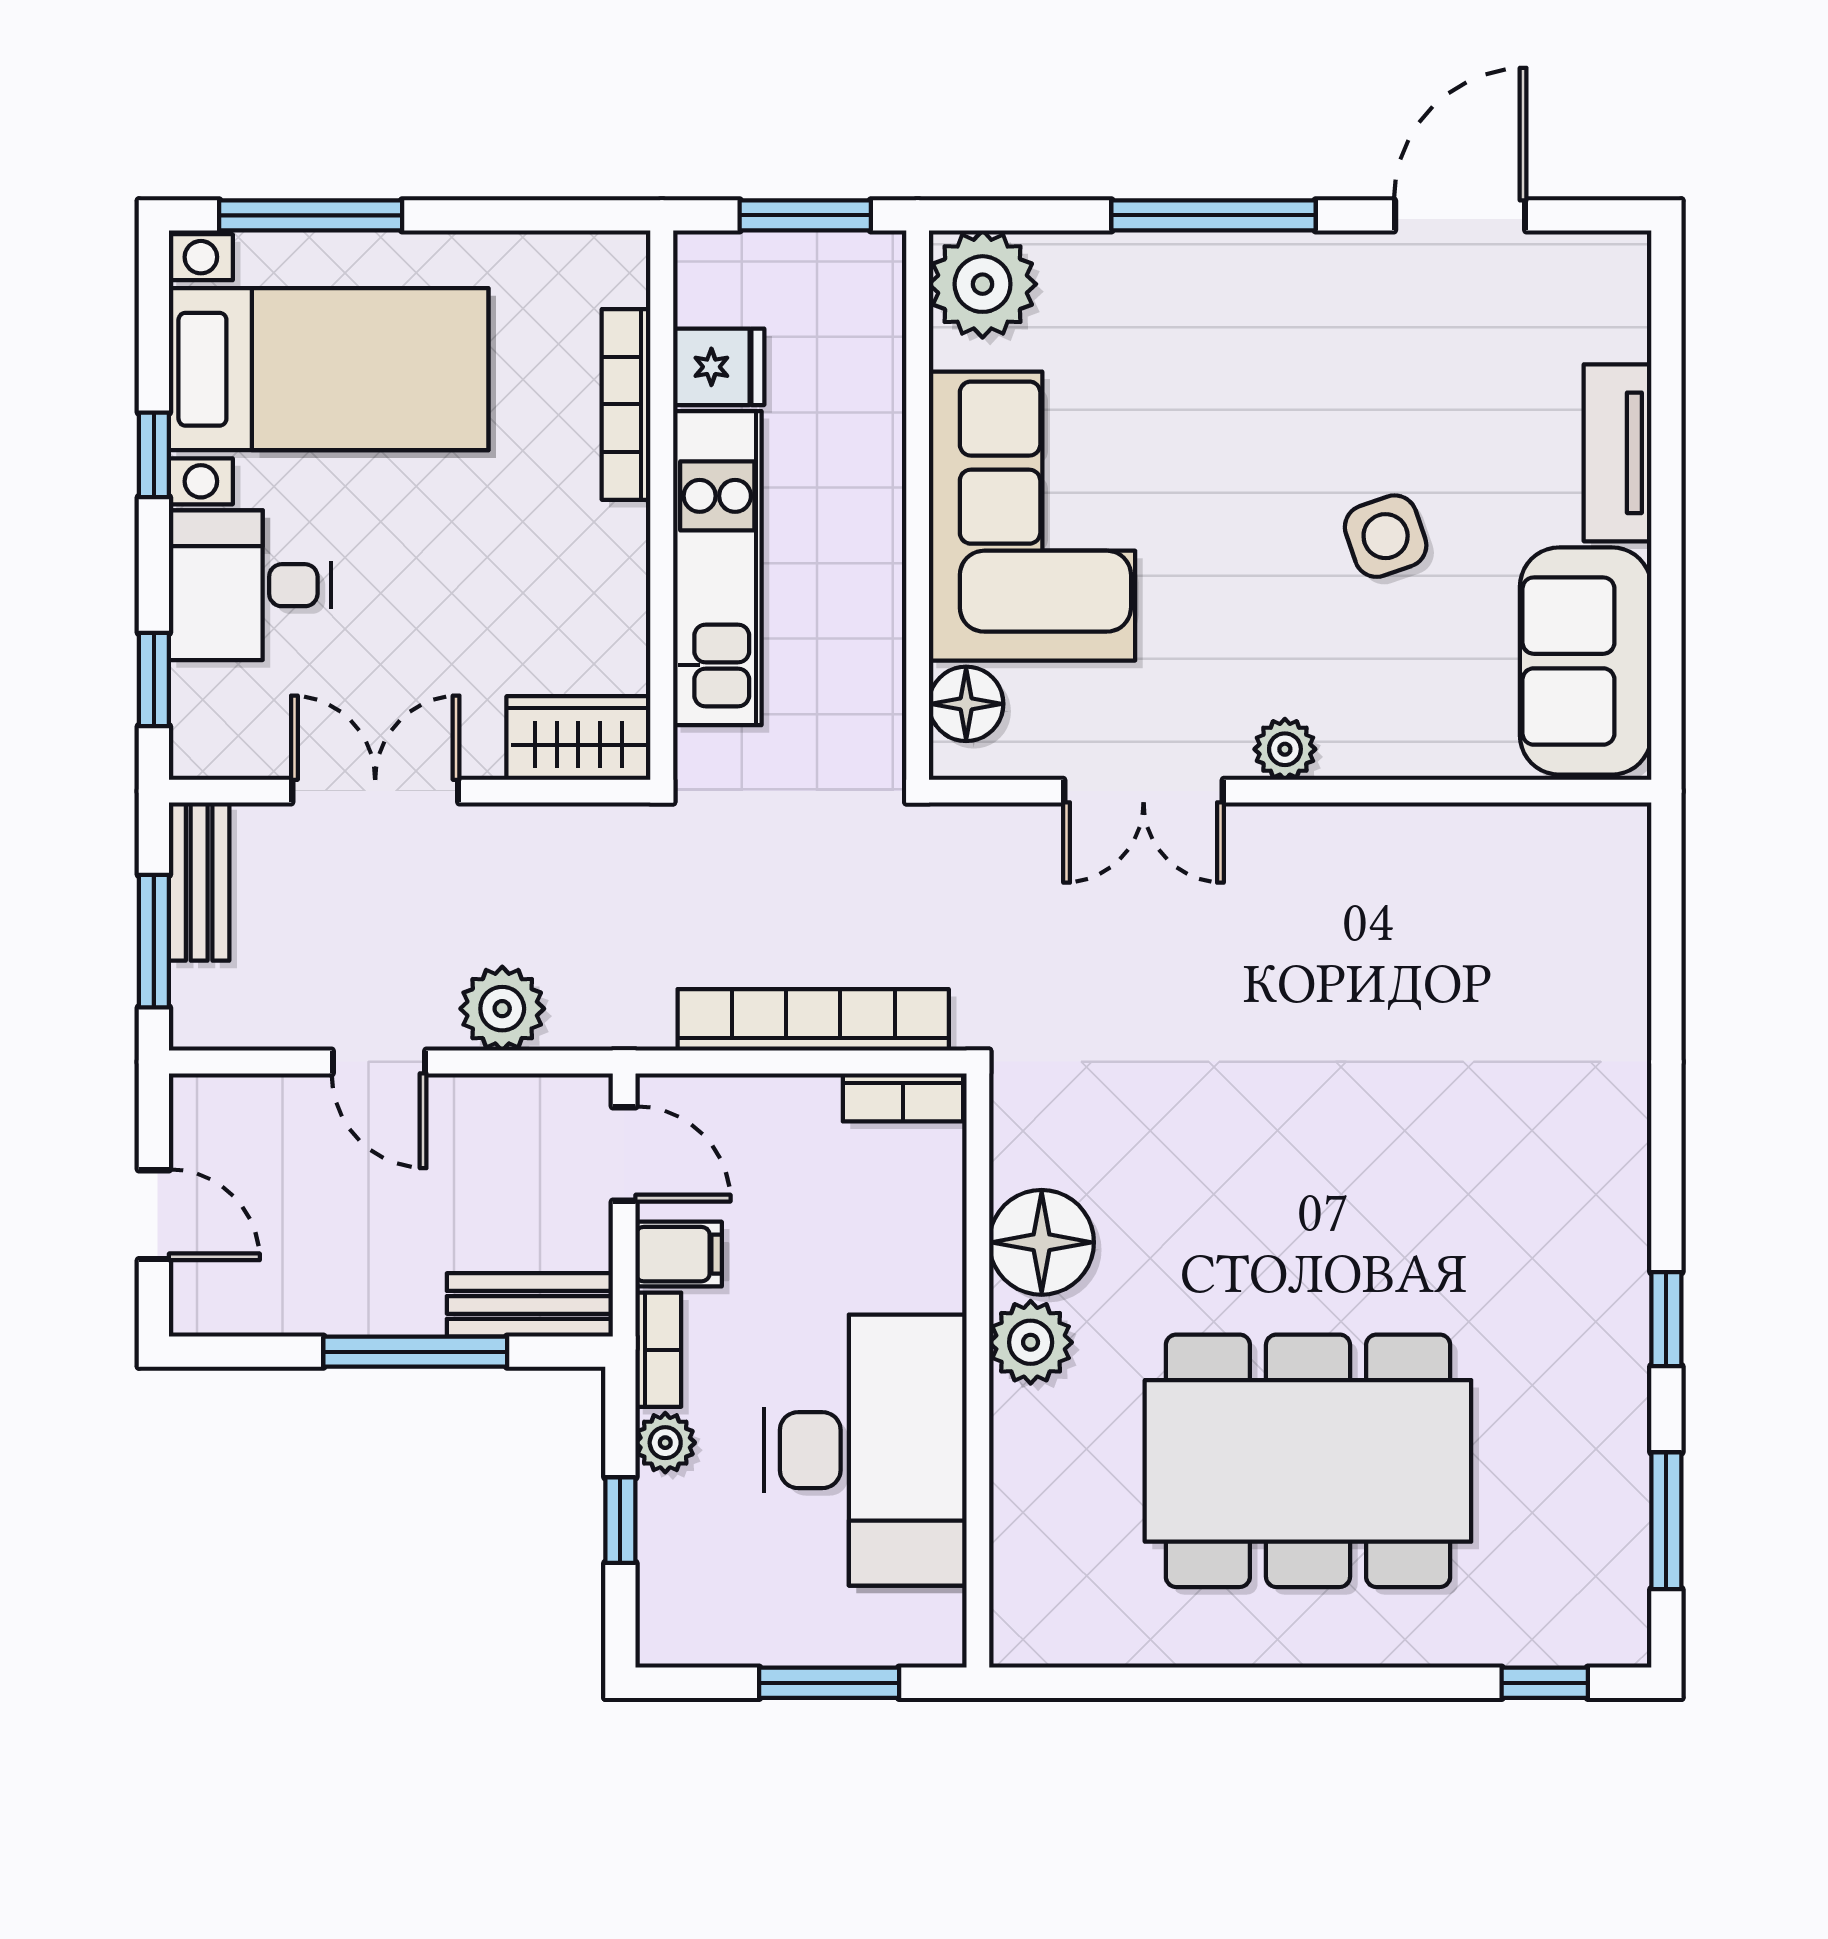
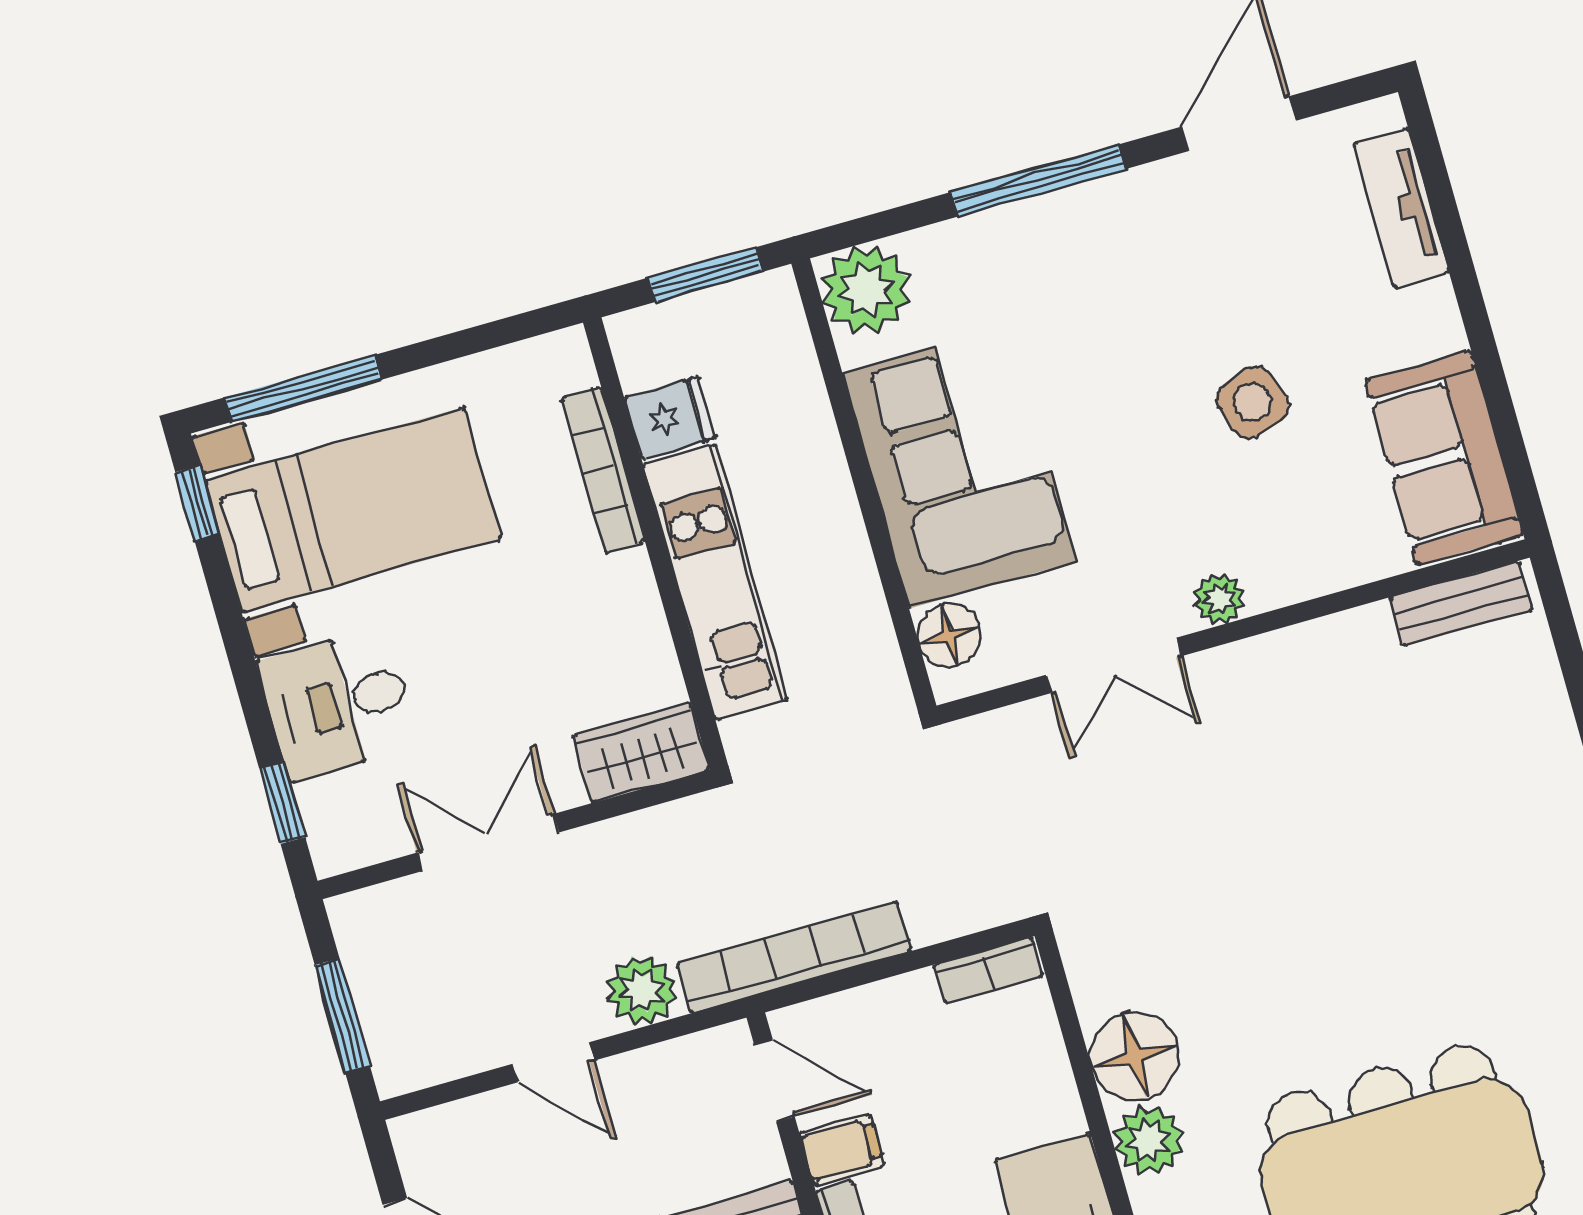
tv unit: (1617, 453) -> (1401, 208), moved
window: (154, 455) -> (197, 503), moved
bench: (199, 882) -> (1461, 604), moved, turned 90
bookcase: (813, 1020) -> (794, 957), moved

